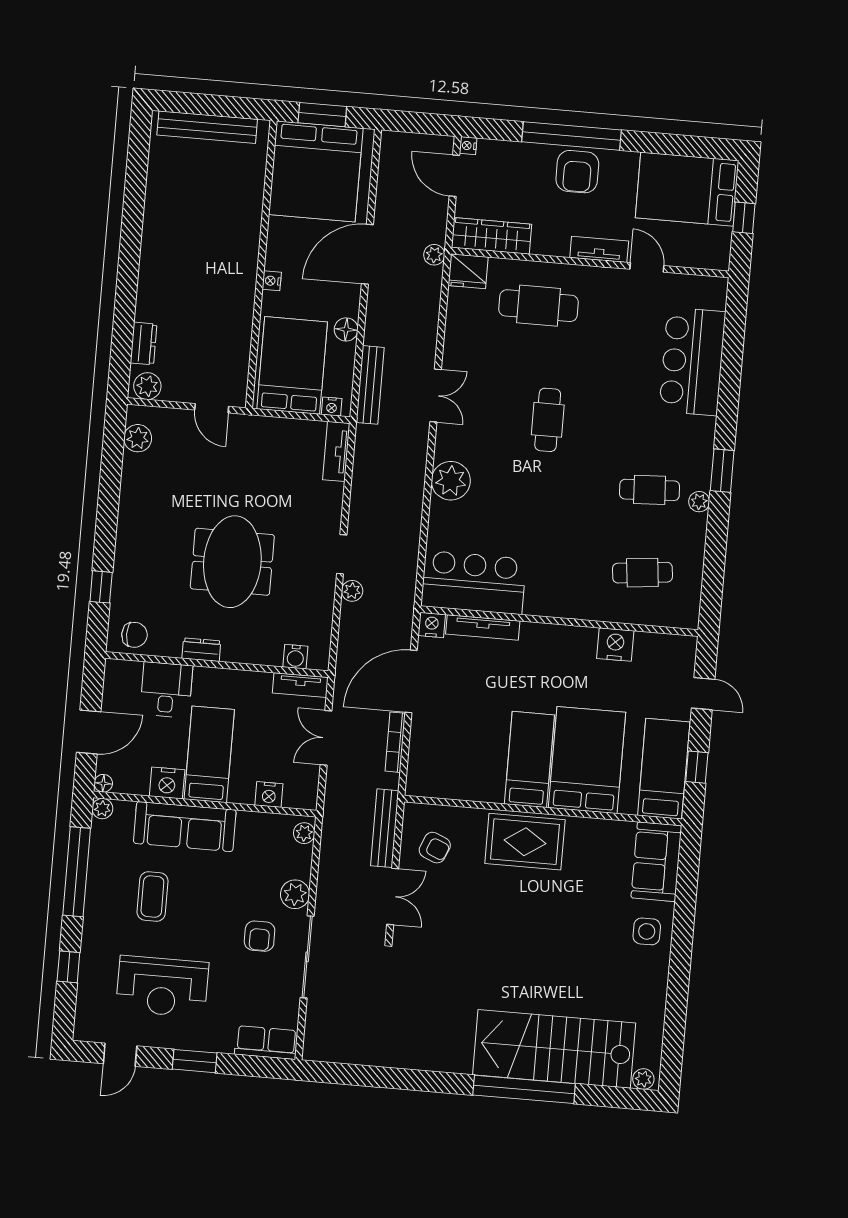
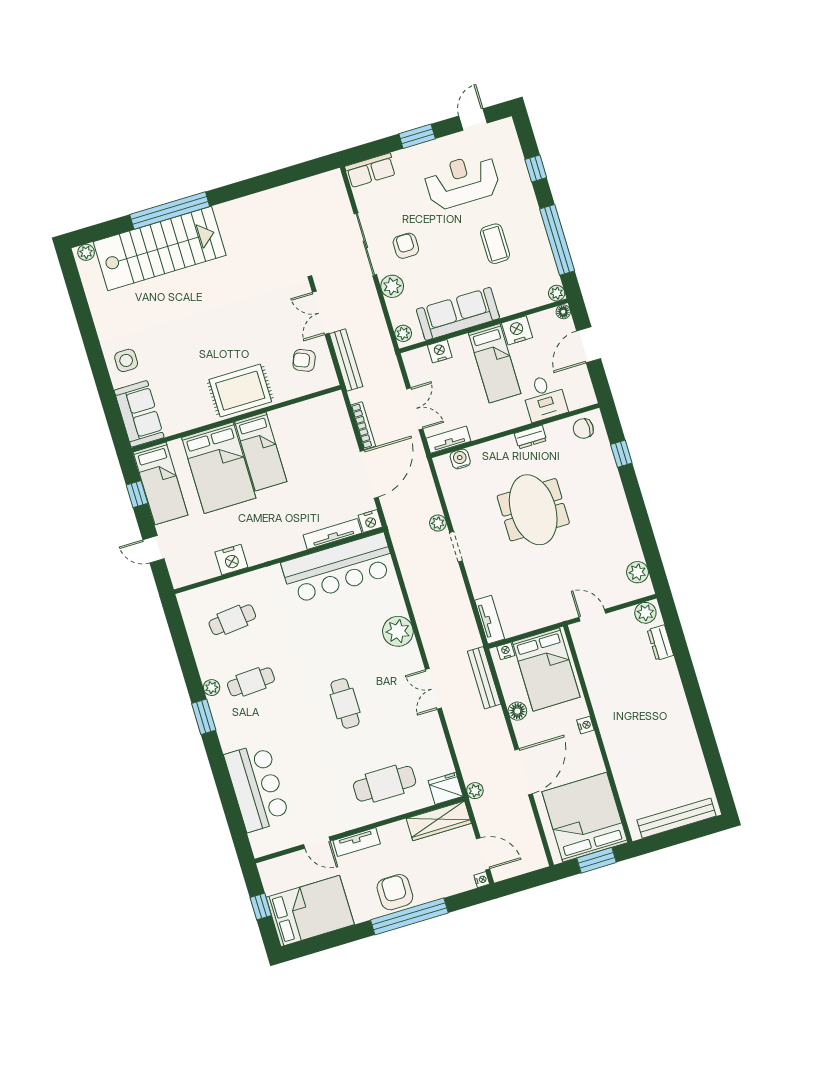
bar counter: (473, 583) -> (338, 568), width x1.36
sofa: (185, 827) -> (458, 314), moved

